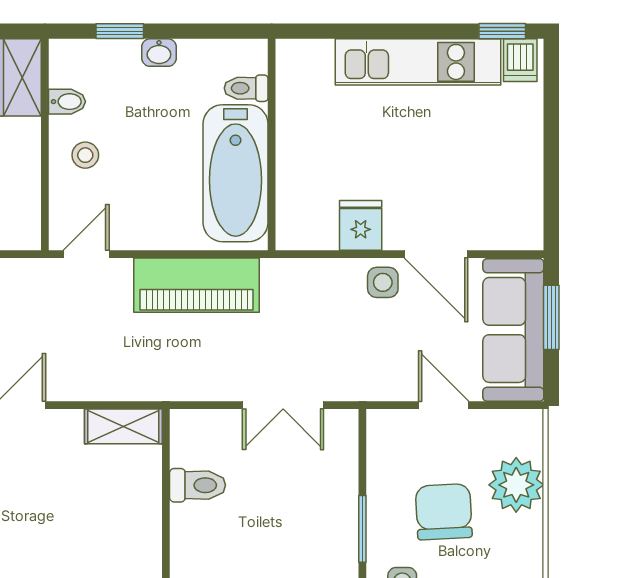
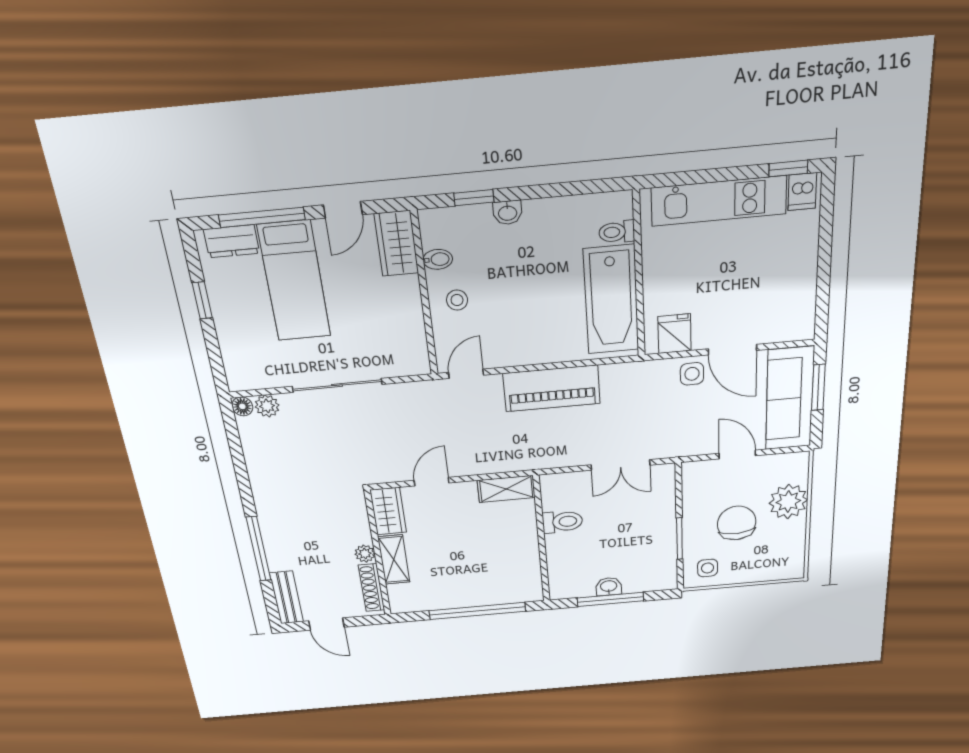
toilet: (246, 88) -> (617, 232), moved
wall: (272, 144) -> (639, 275), moved
bathtub: (236, 173) -> (611, 300), moved

